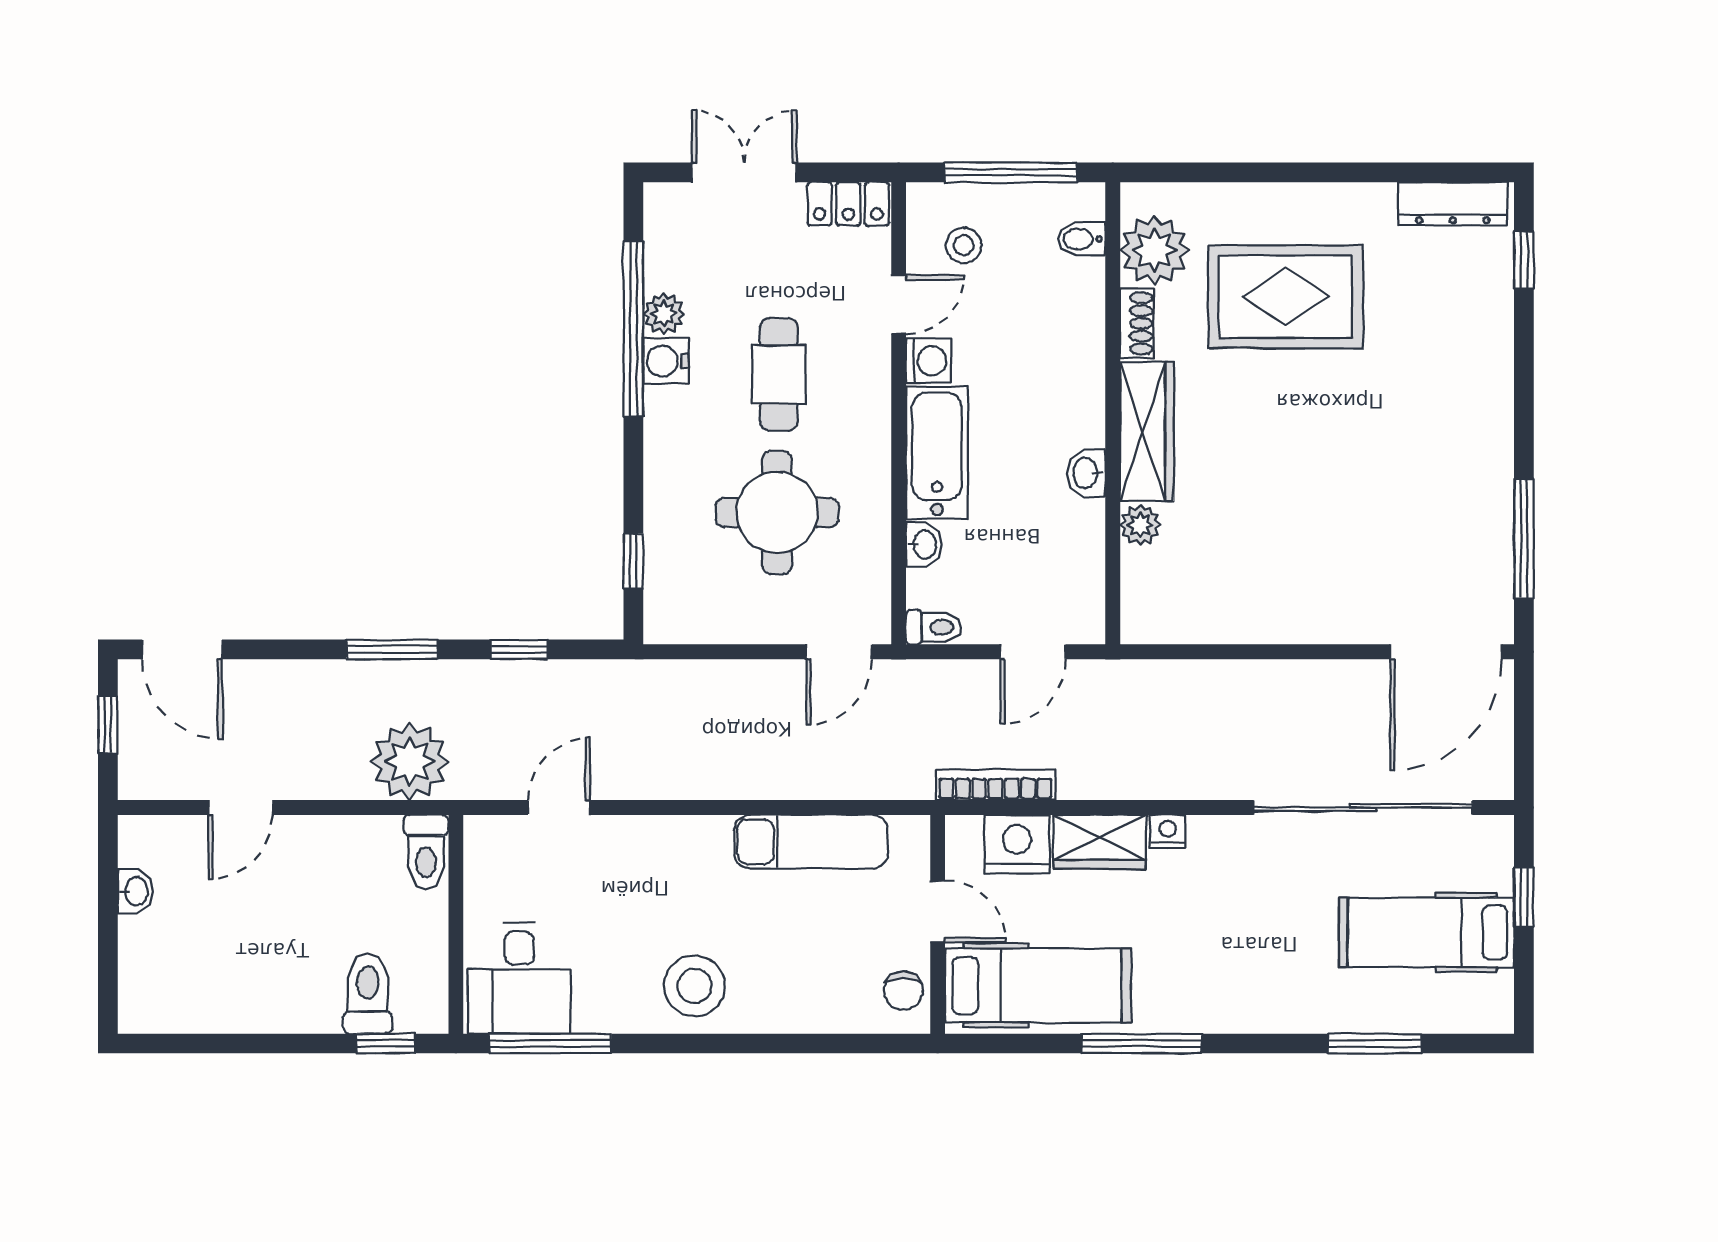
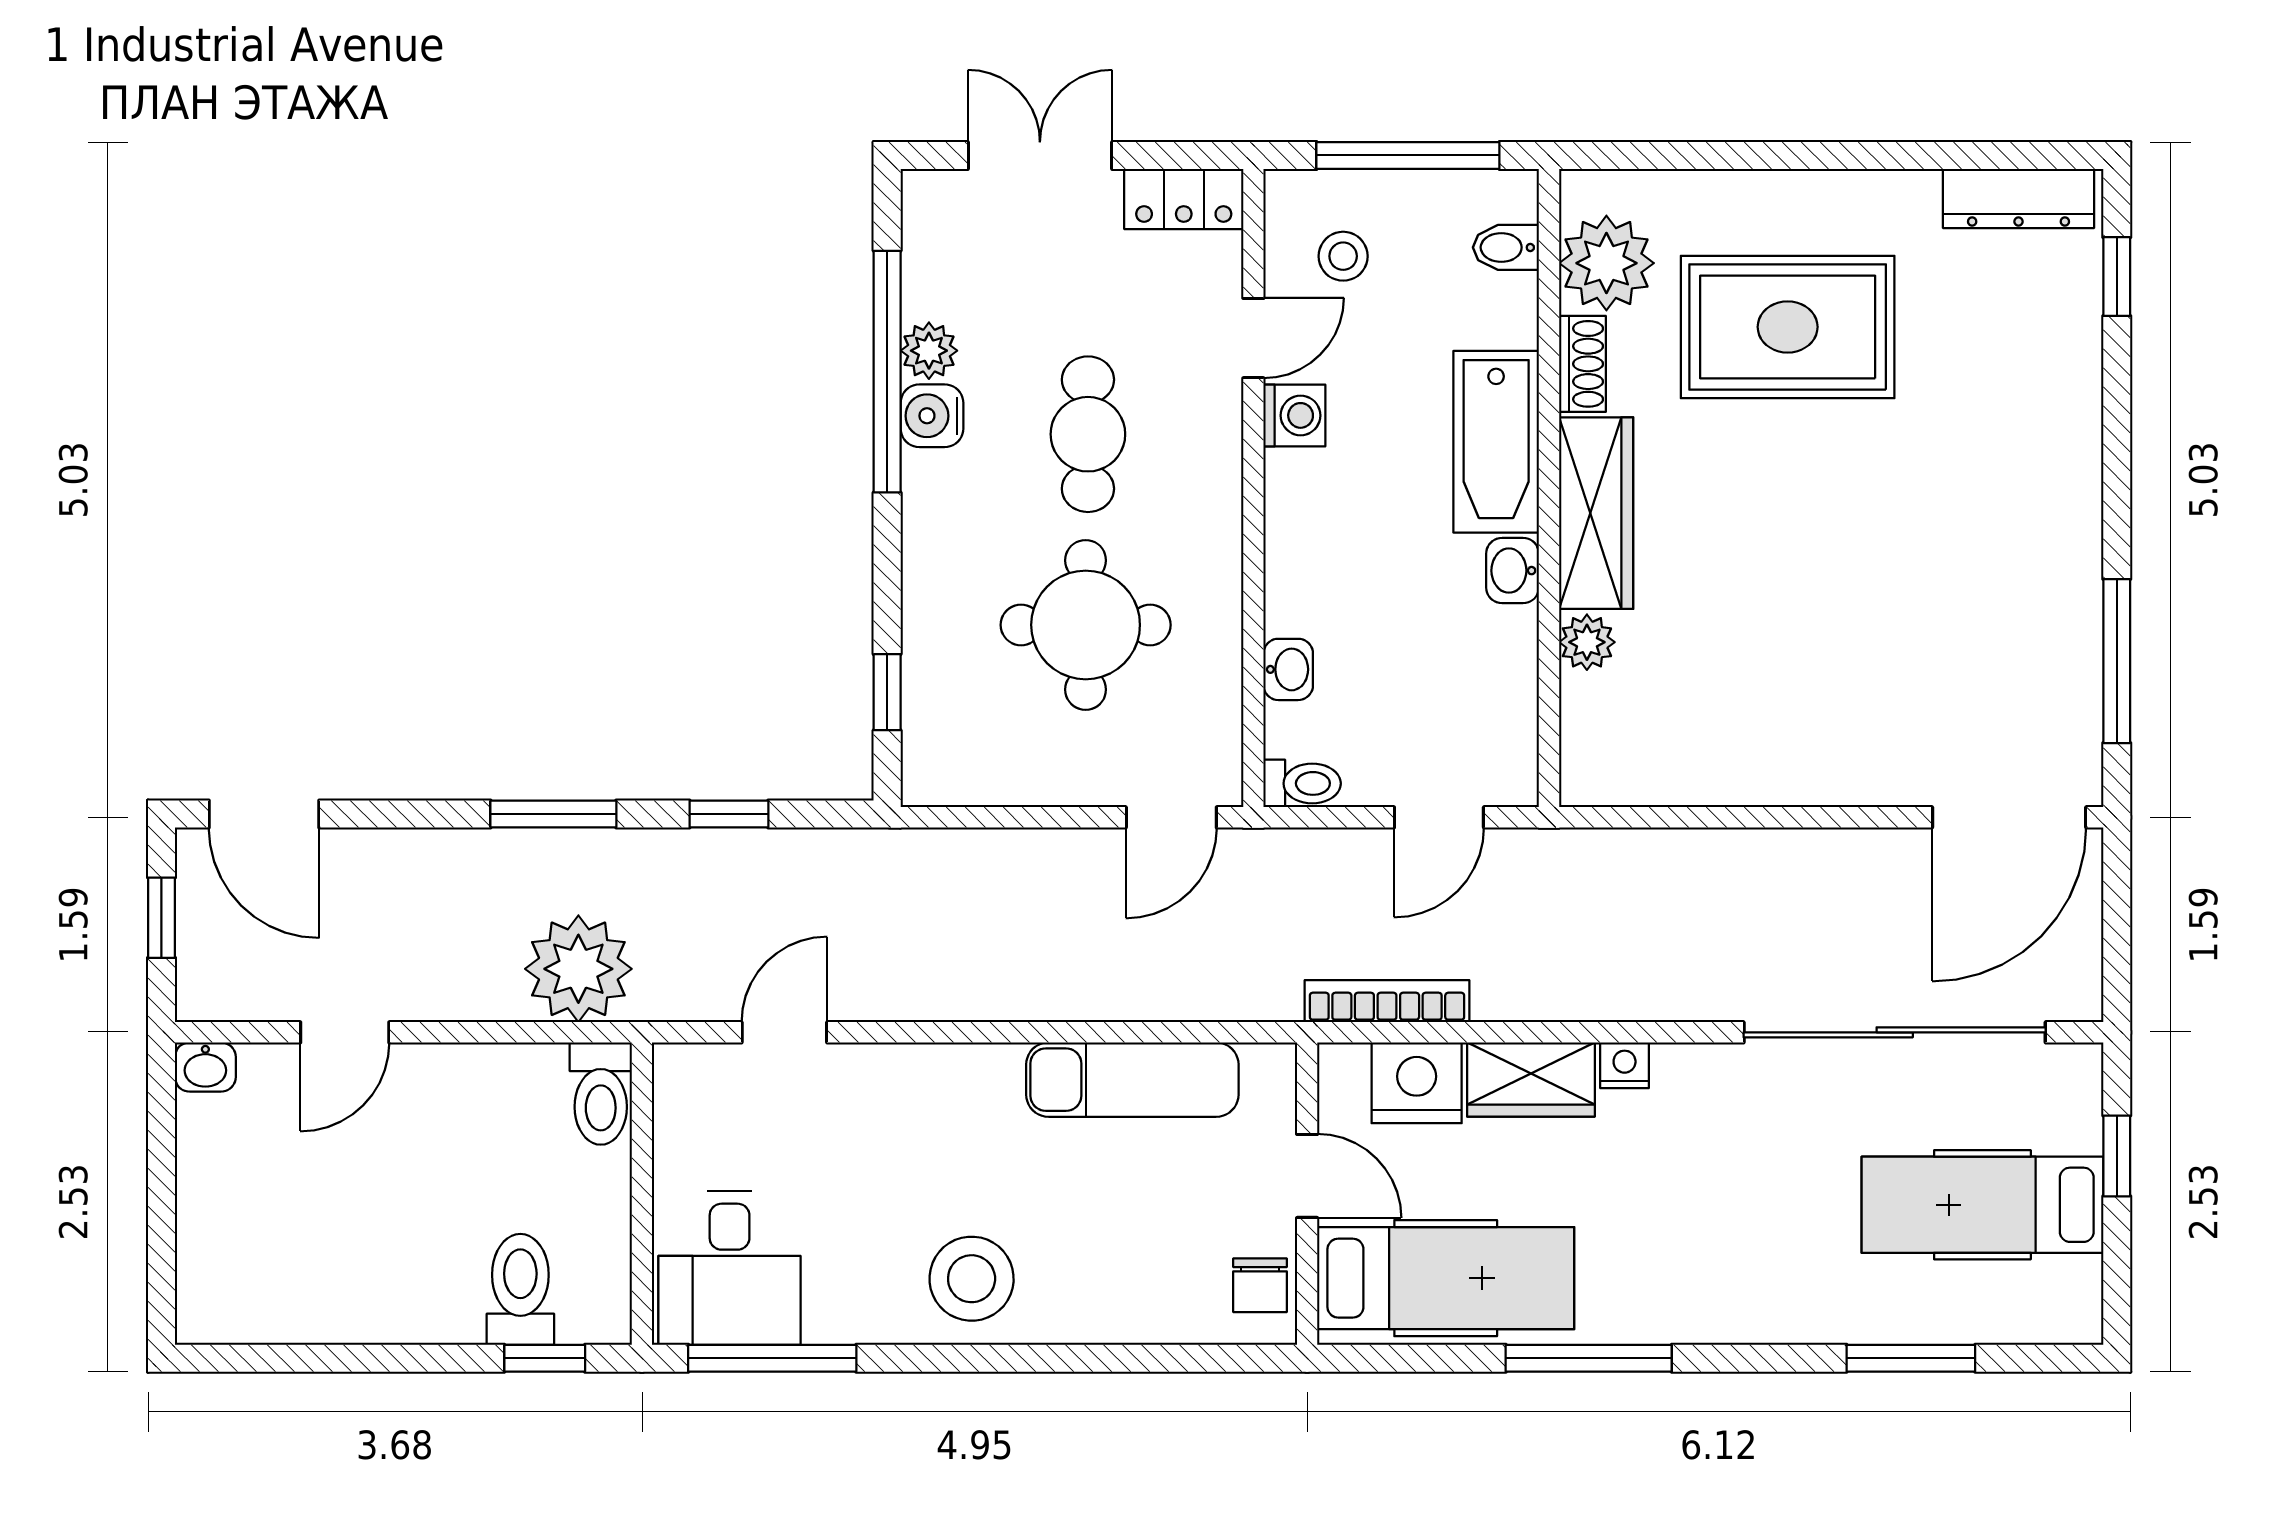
bathtub: (937, 453) -> (1496, 442), moved, turned 180
washbasin: (135, 891) -> (205, 1067), moved, turned 90

